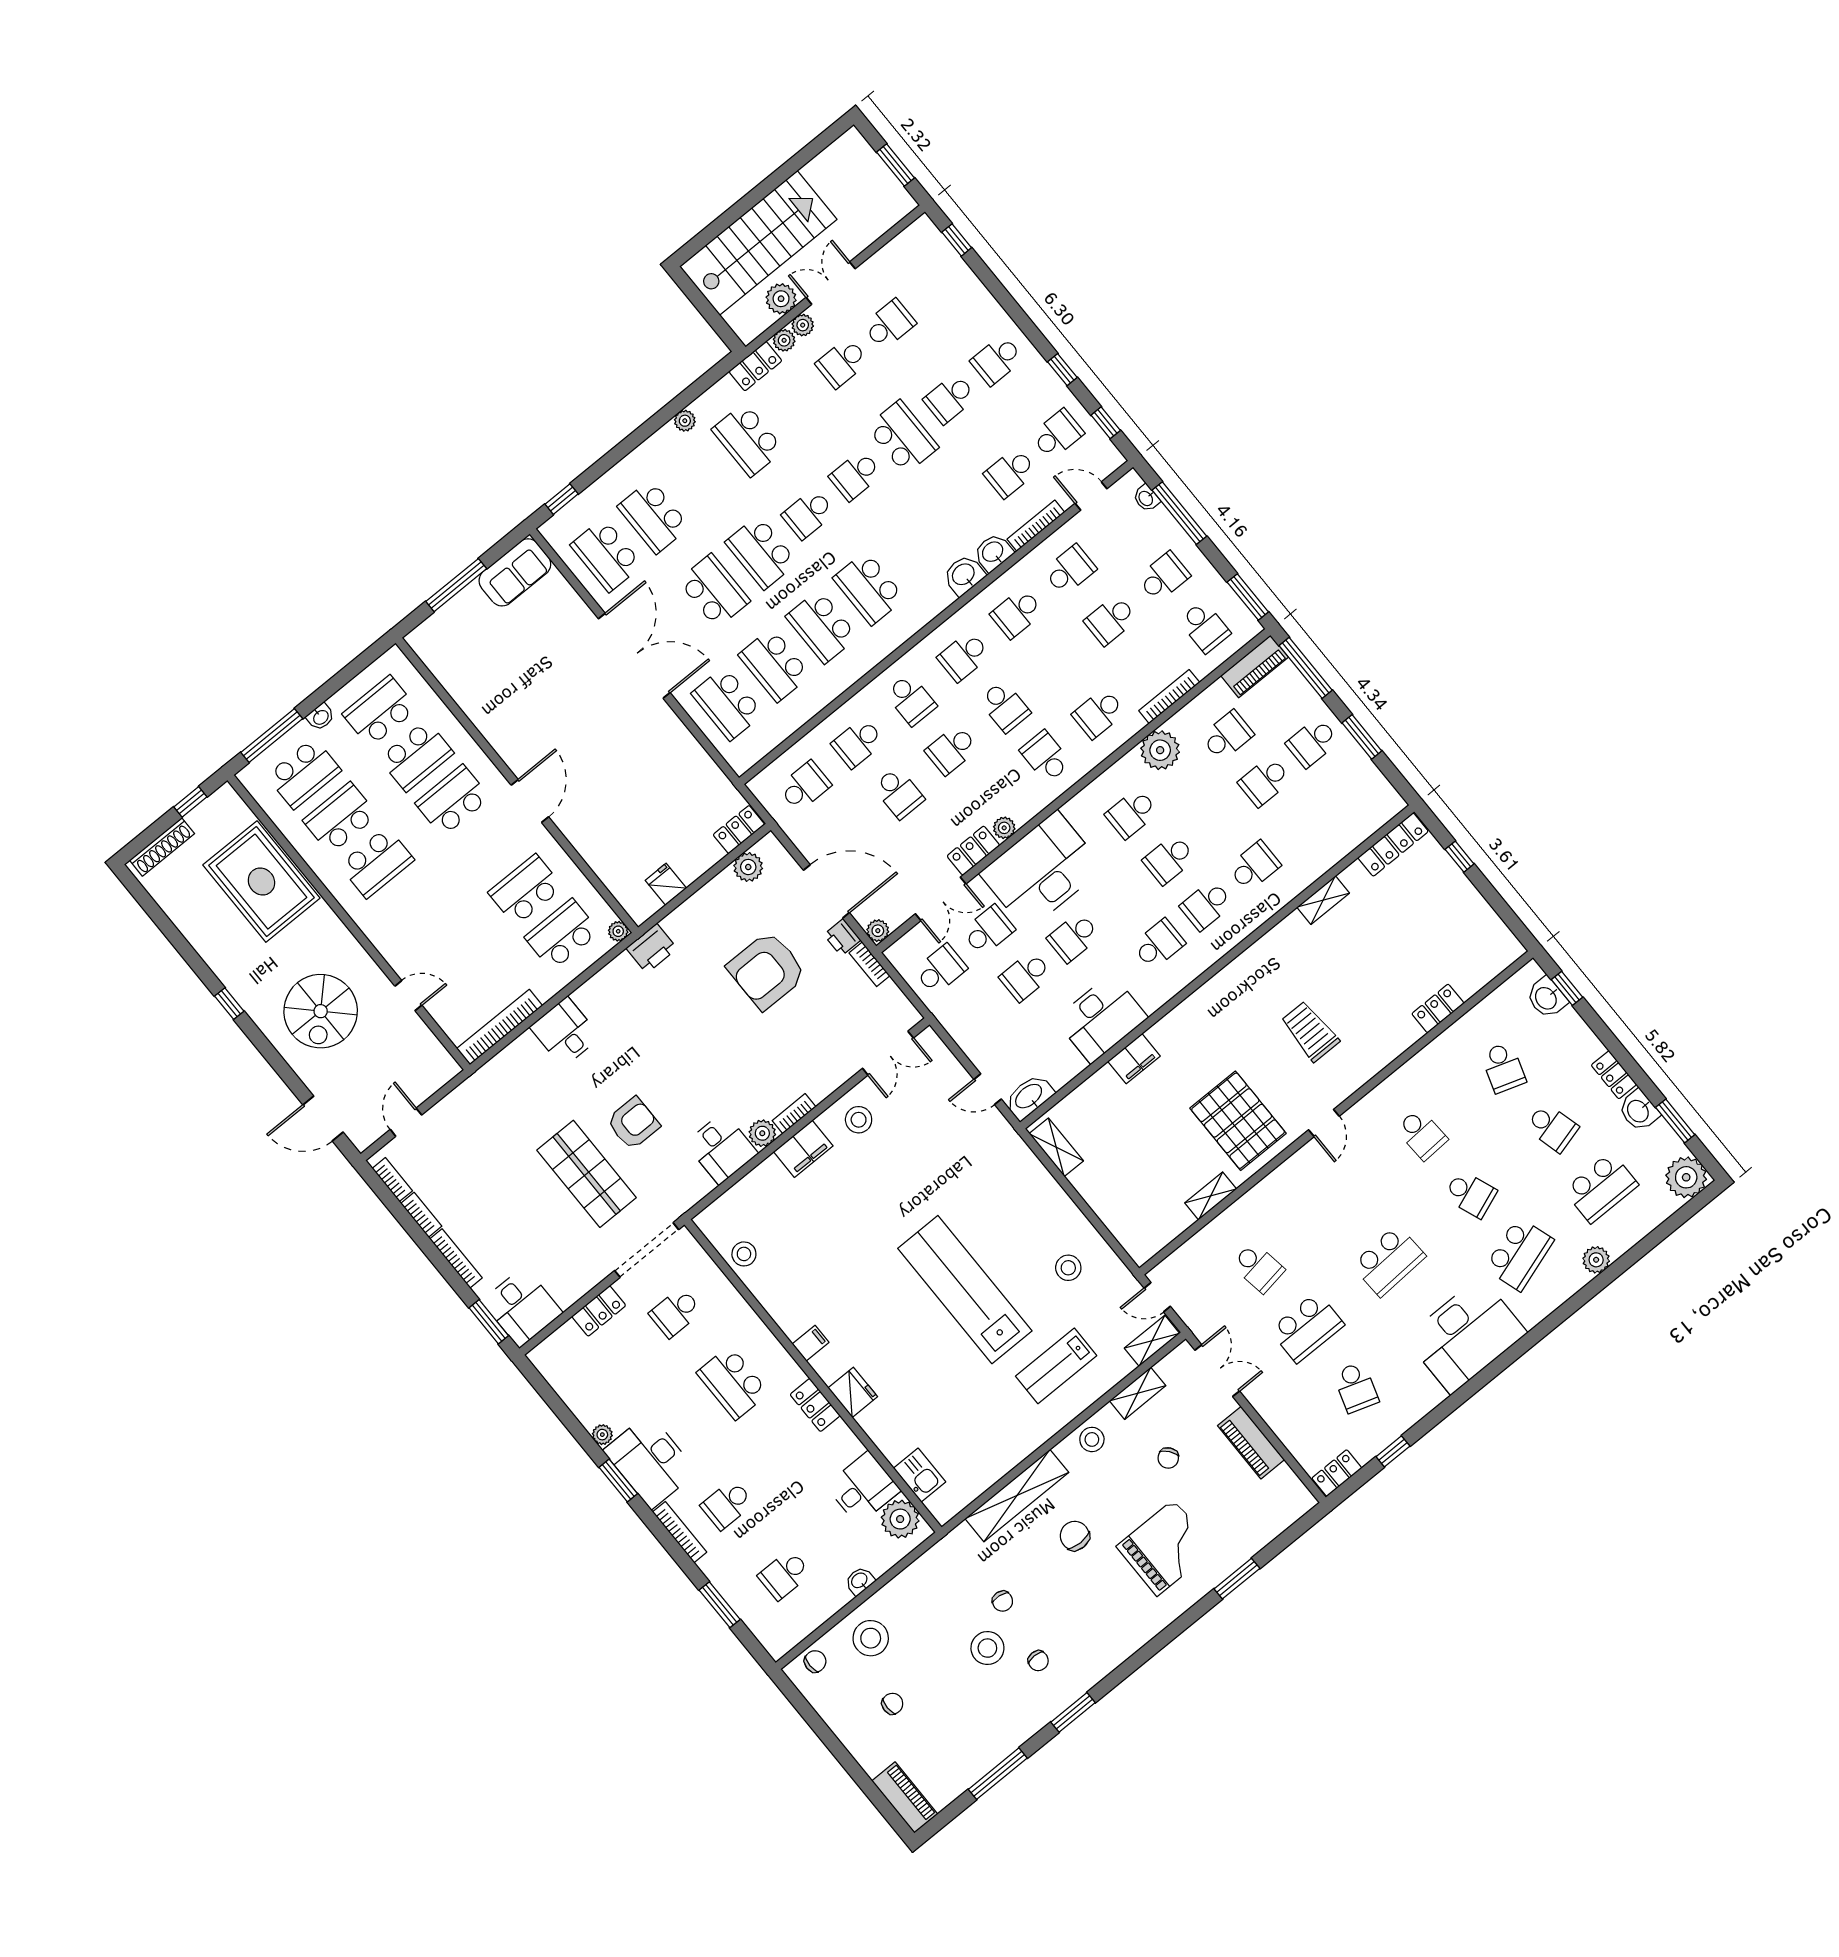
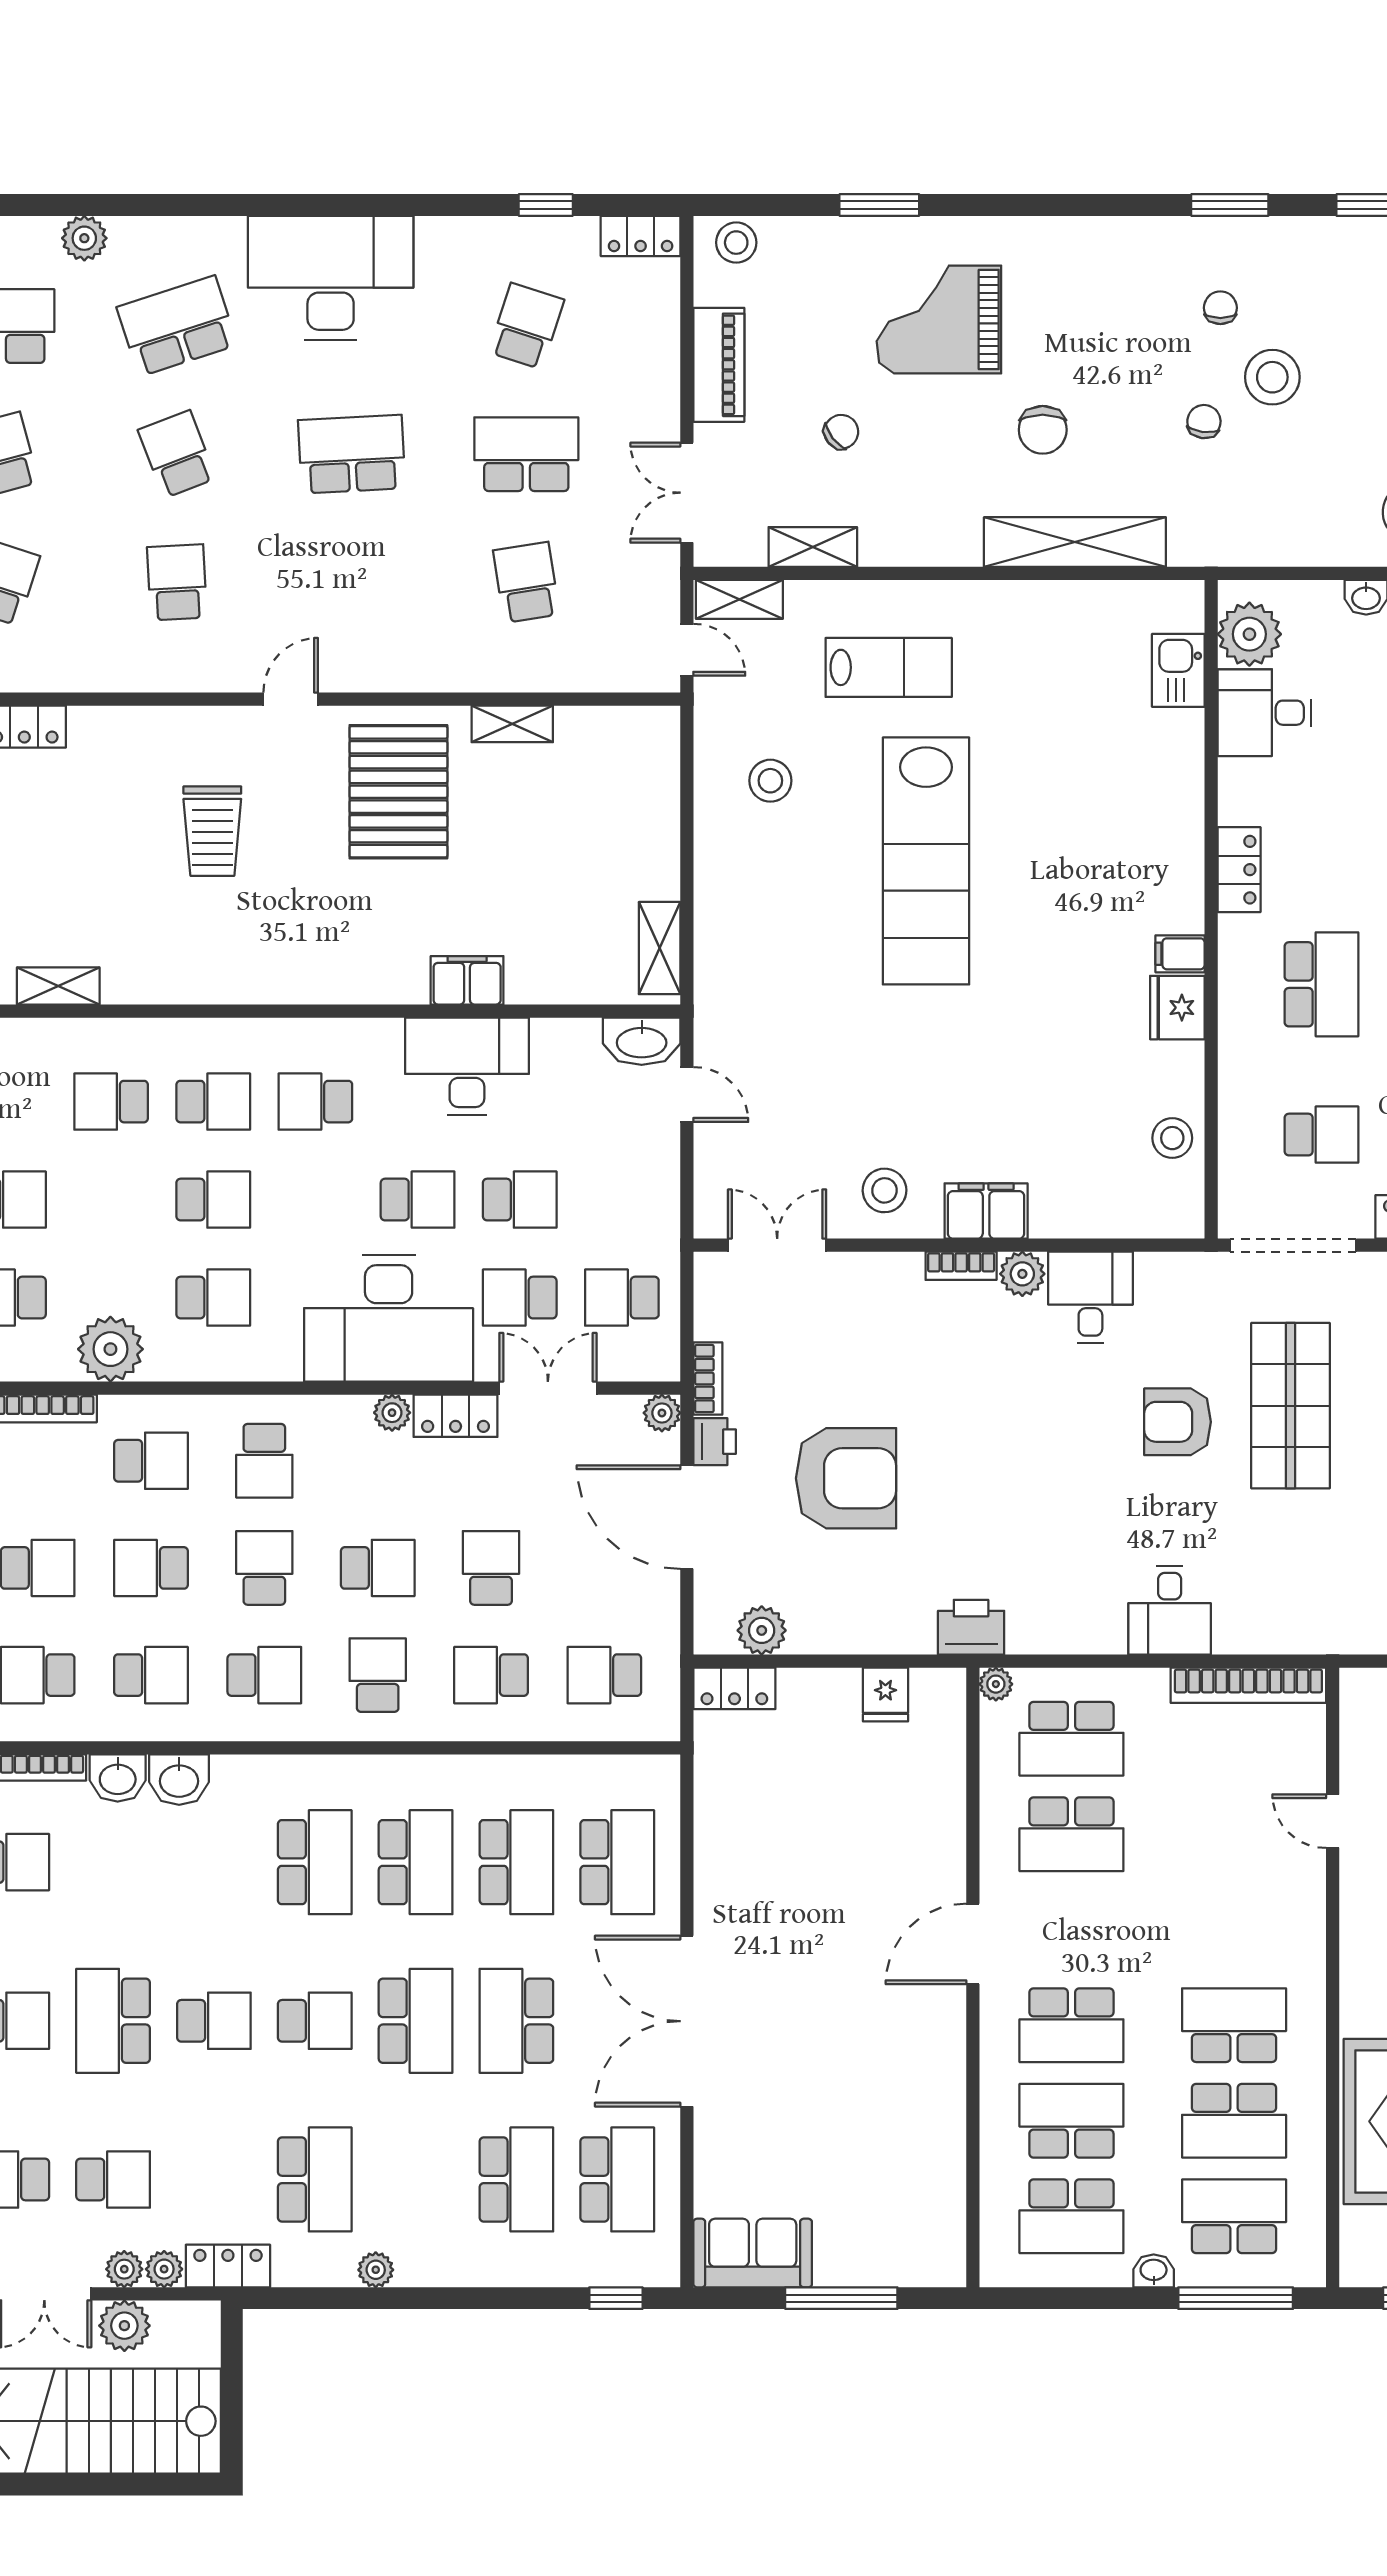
school desk: (1058, 663) -> (151, 1568), added
school desk: (858, 743) -> (491, 1675), turned 180
fridge: (853, 1392) -> (1177, 1008), moved
stool: (1092, 1439) -> (736, 243), moved

